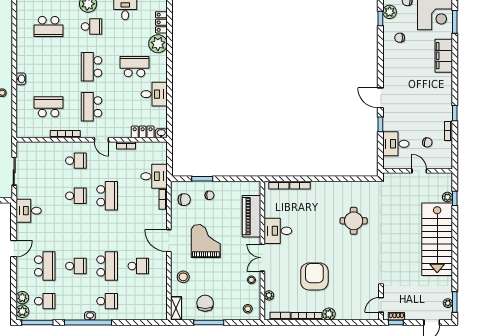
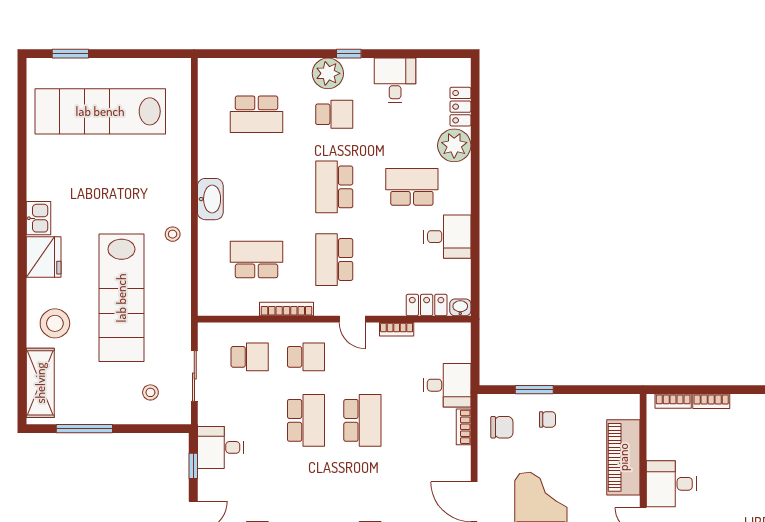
washbasin: (21, 79) -> (210, 199), width x1.91, depth x1.45
school desk: (45, 161) -> (250, 357), added
school desk: (76, 196) -> (306, 420), width x1.85
window: (14, 221) -> (193, 466), added

